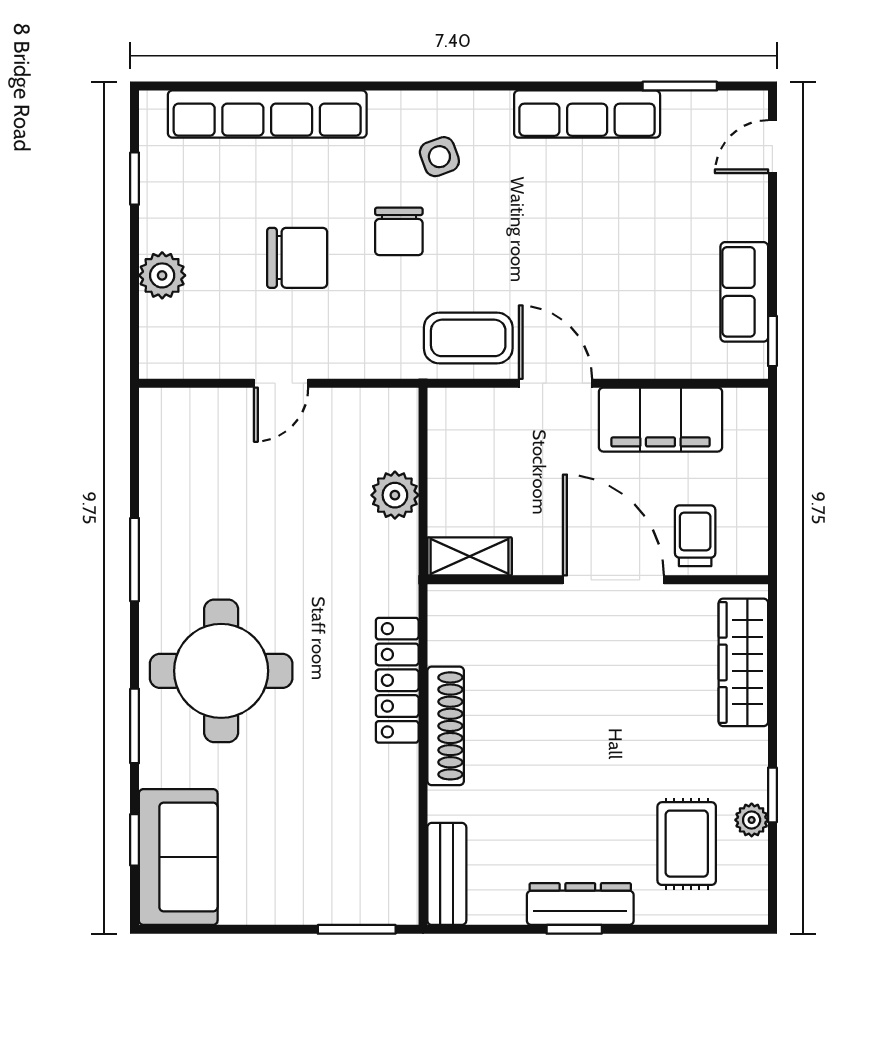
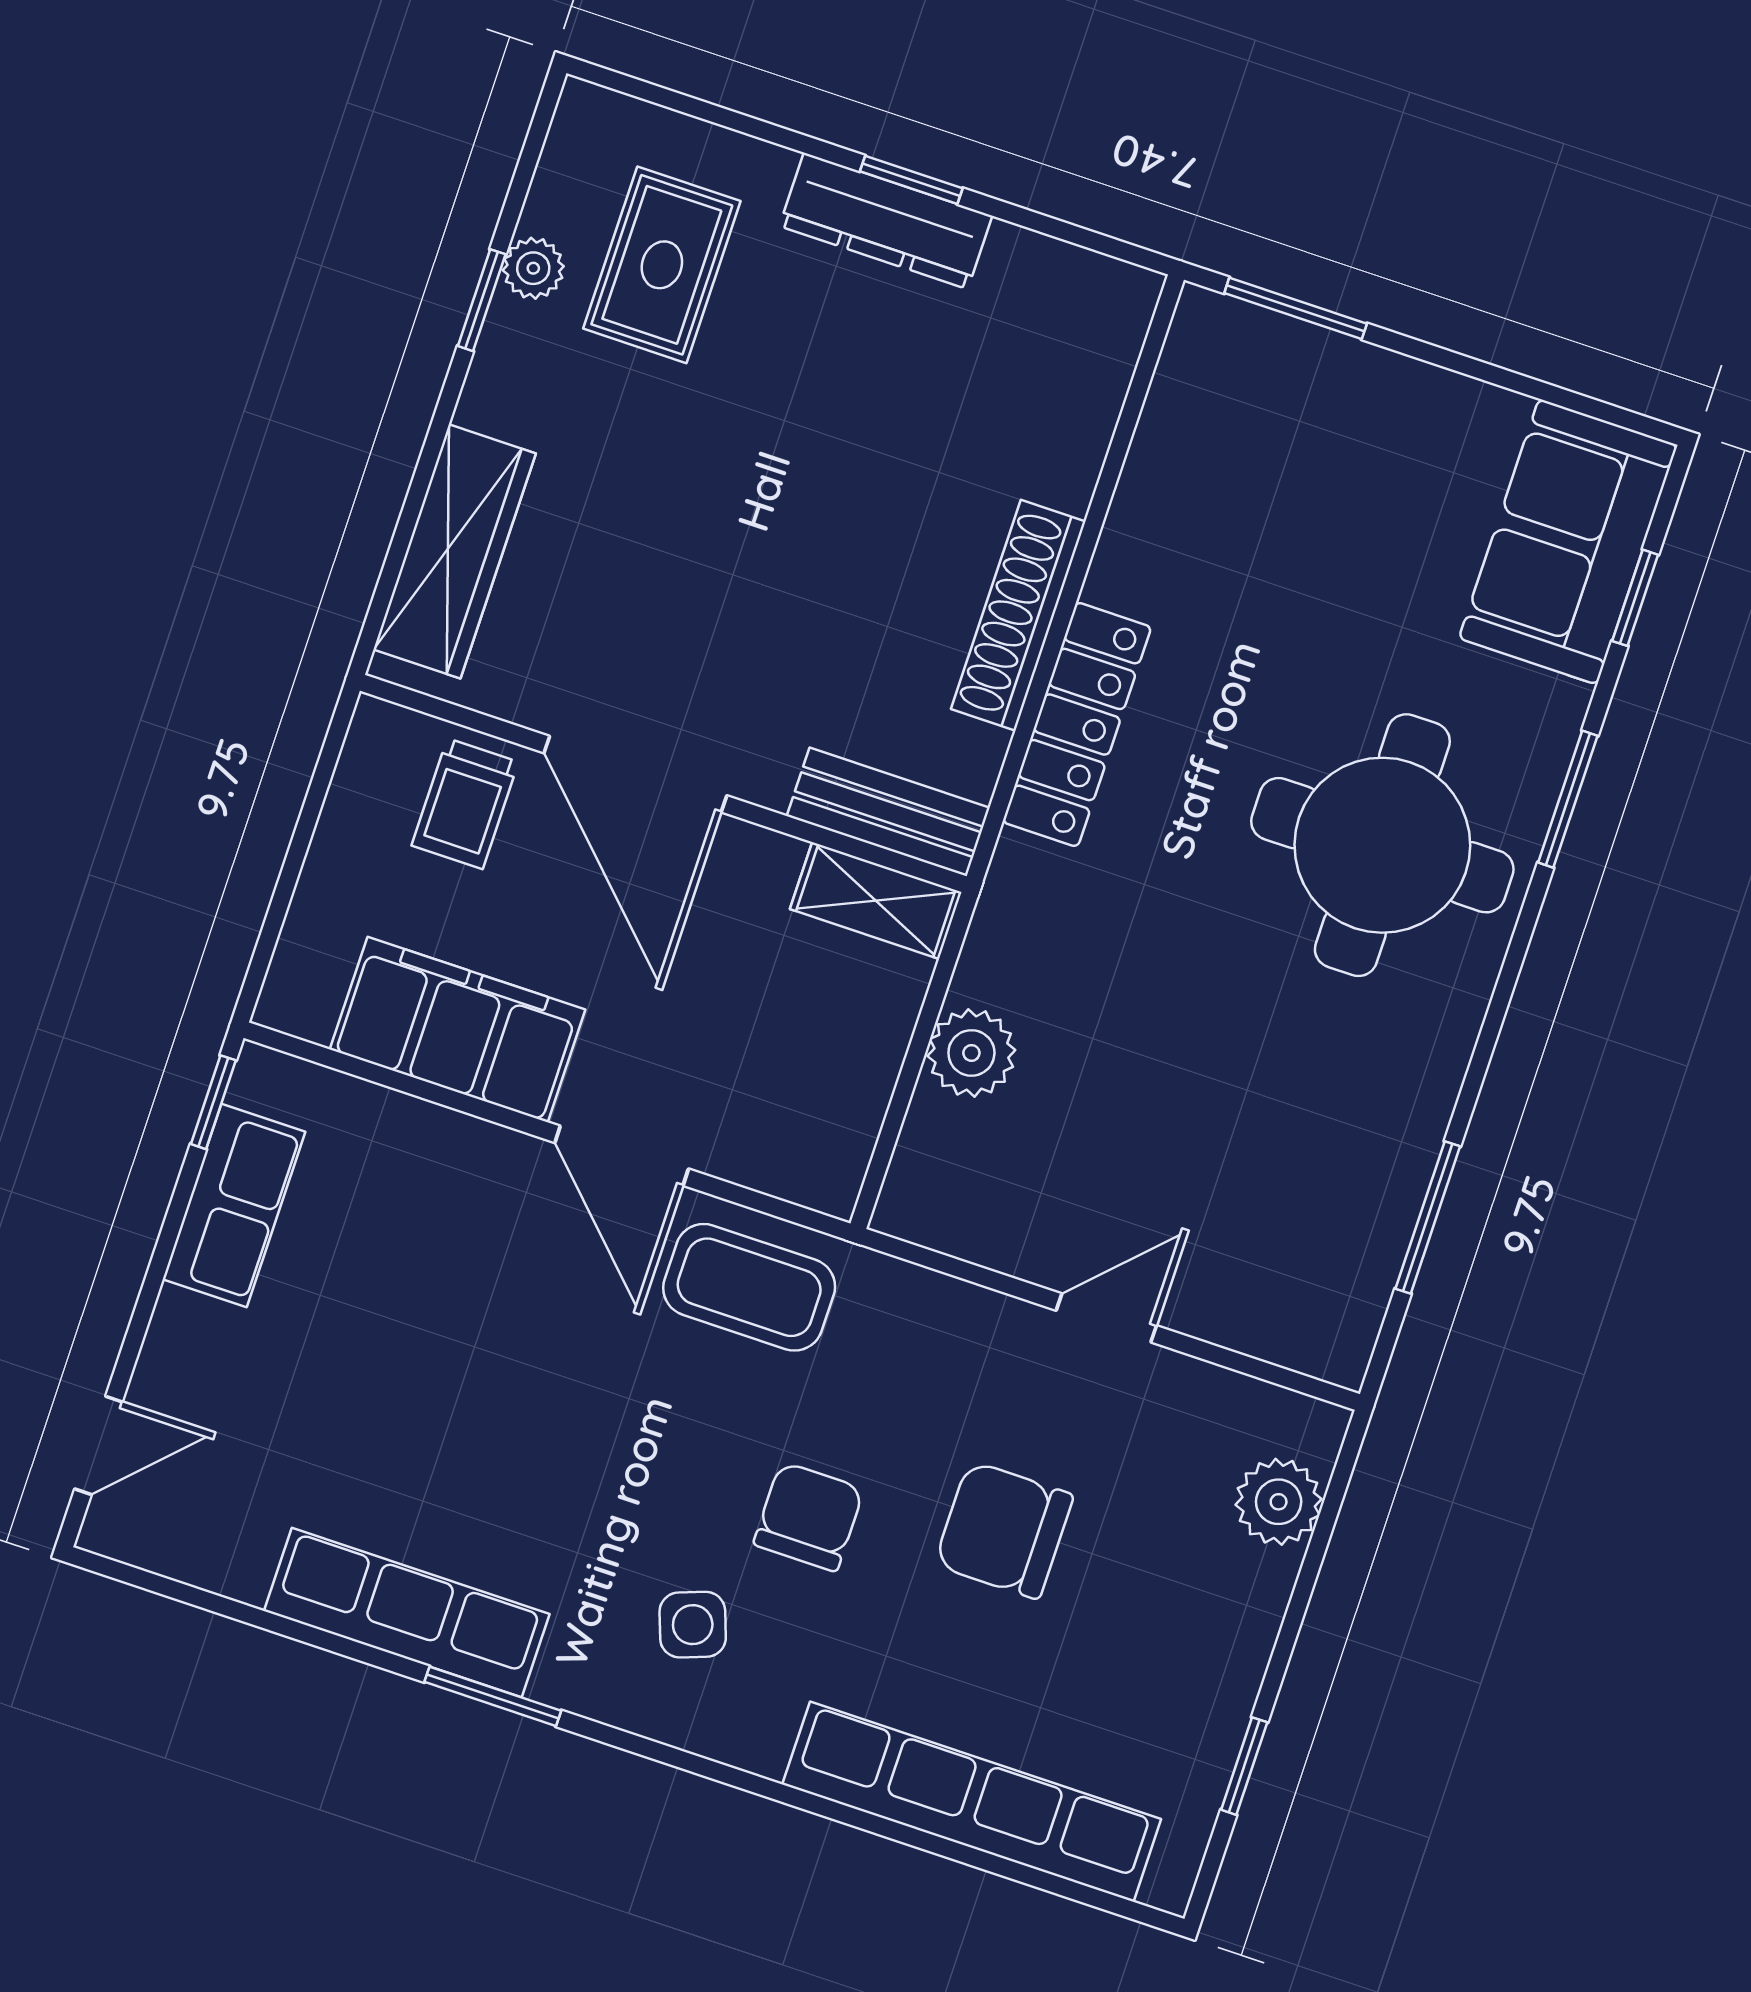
window: (680, 86) -> (493, 1696), moved
plant: (162, 275) -> (1279, 1502), moved
window: (135, 560) -> (1428, 1217), moved
bench: (447, 874) -> (888, 812), moved, turned 90

